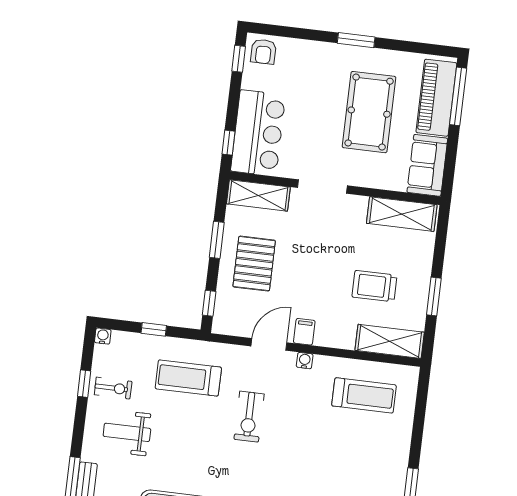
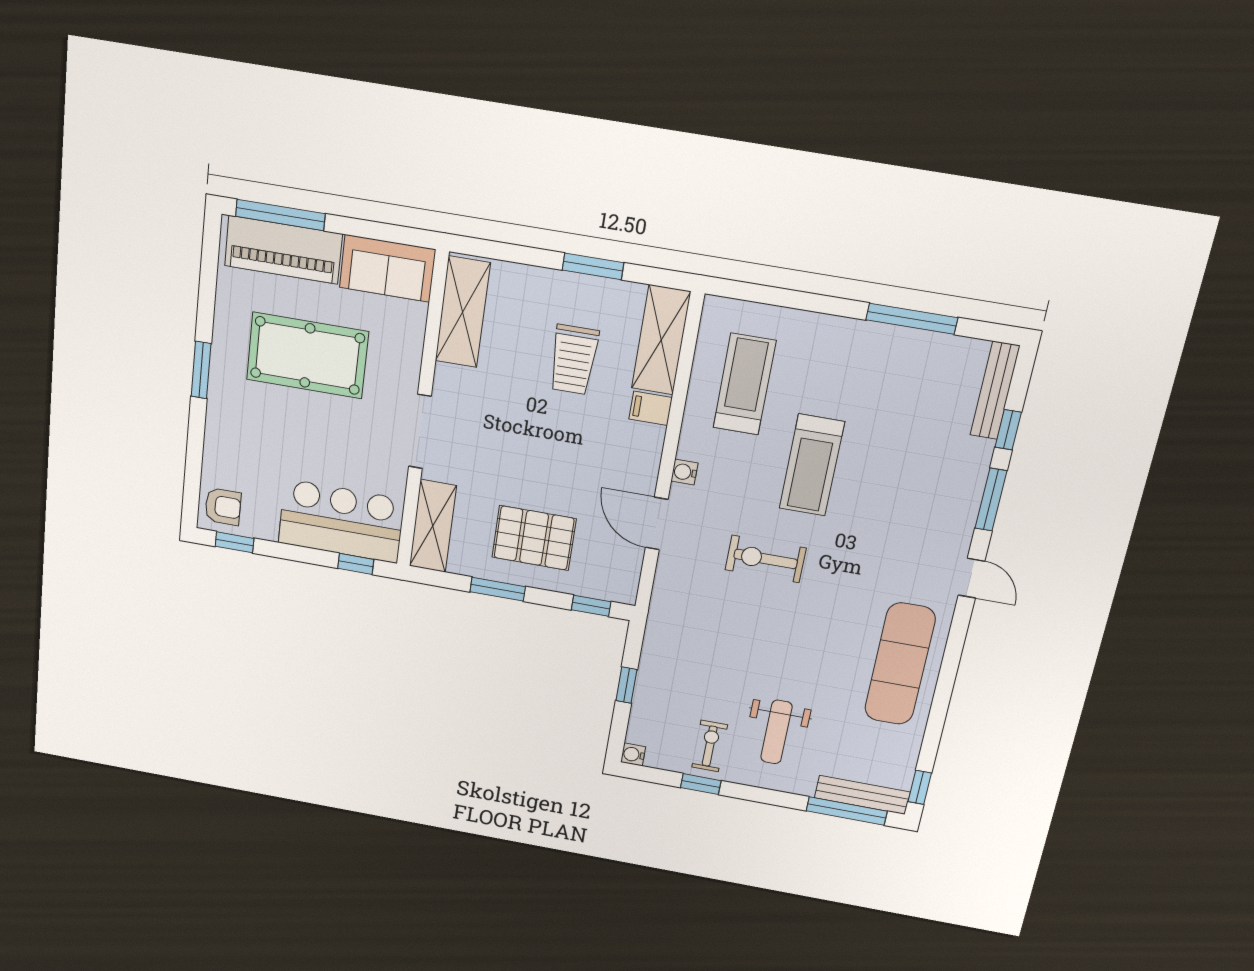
filing cabinet: (304, 332) -> (651, 408), moved
treadmill: (188, 378) -> (812, 465), moved
exercise bike: (249, 417) -> (766, 559), turned 180

